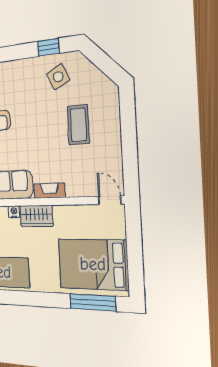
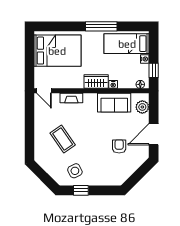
coffee table: (78, 125) -> (63, 139), turned -35
fireplace: (49, 191) -> (71, 98), moved
window: (93, 302) -> (101, 26), moved

